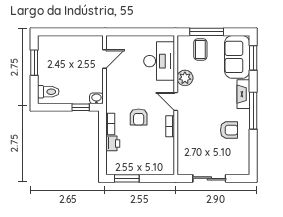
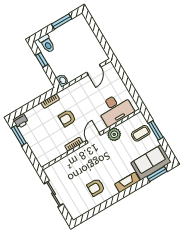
window: (207, 32) -> (156, 130), width x0.69
door: (105, 59) -> (94, 70), hinge flipped
window: (81, 107) -> (42, 60), moved
window: (253, 111) -> (120, 196), removed
armchair: (229, 130) -> (96, 187), turned 90
printer: (113, 143) -> (21, 121), moved

